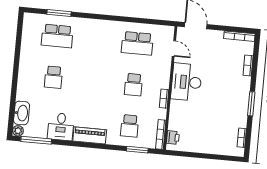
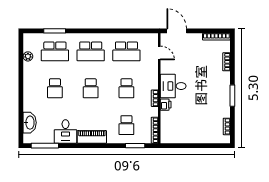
school desk: (97, 40) -> (91, 51), added
school desk: (93, 81) -> (91, 88), added
desk: (186, 82) -> (173, 86), width x0.73
plant: (18, 131) -> (28, 56), moved
printer: (173, 137) -> (166, 105), moved

